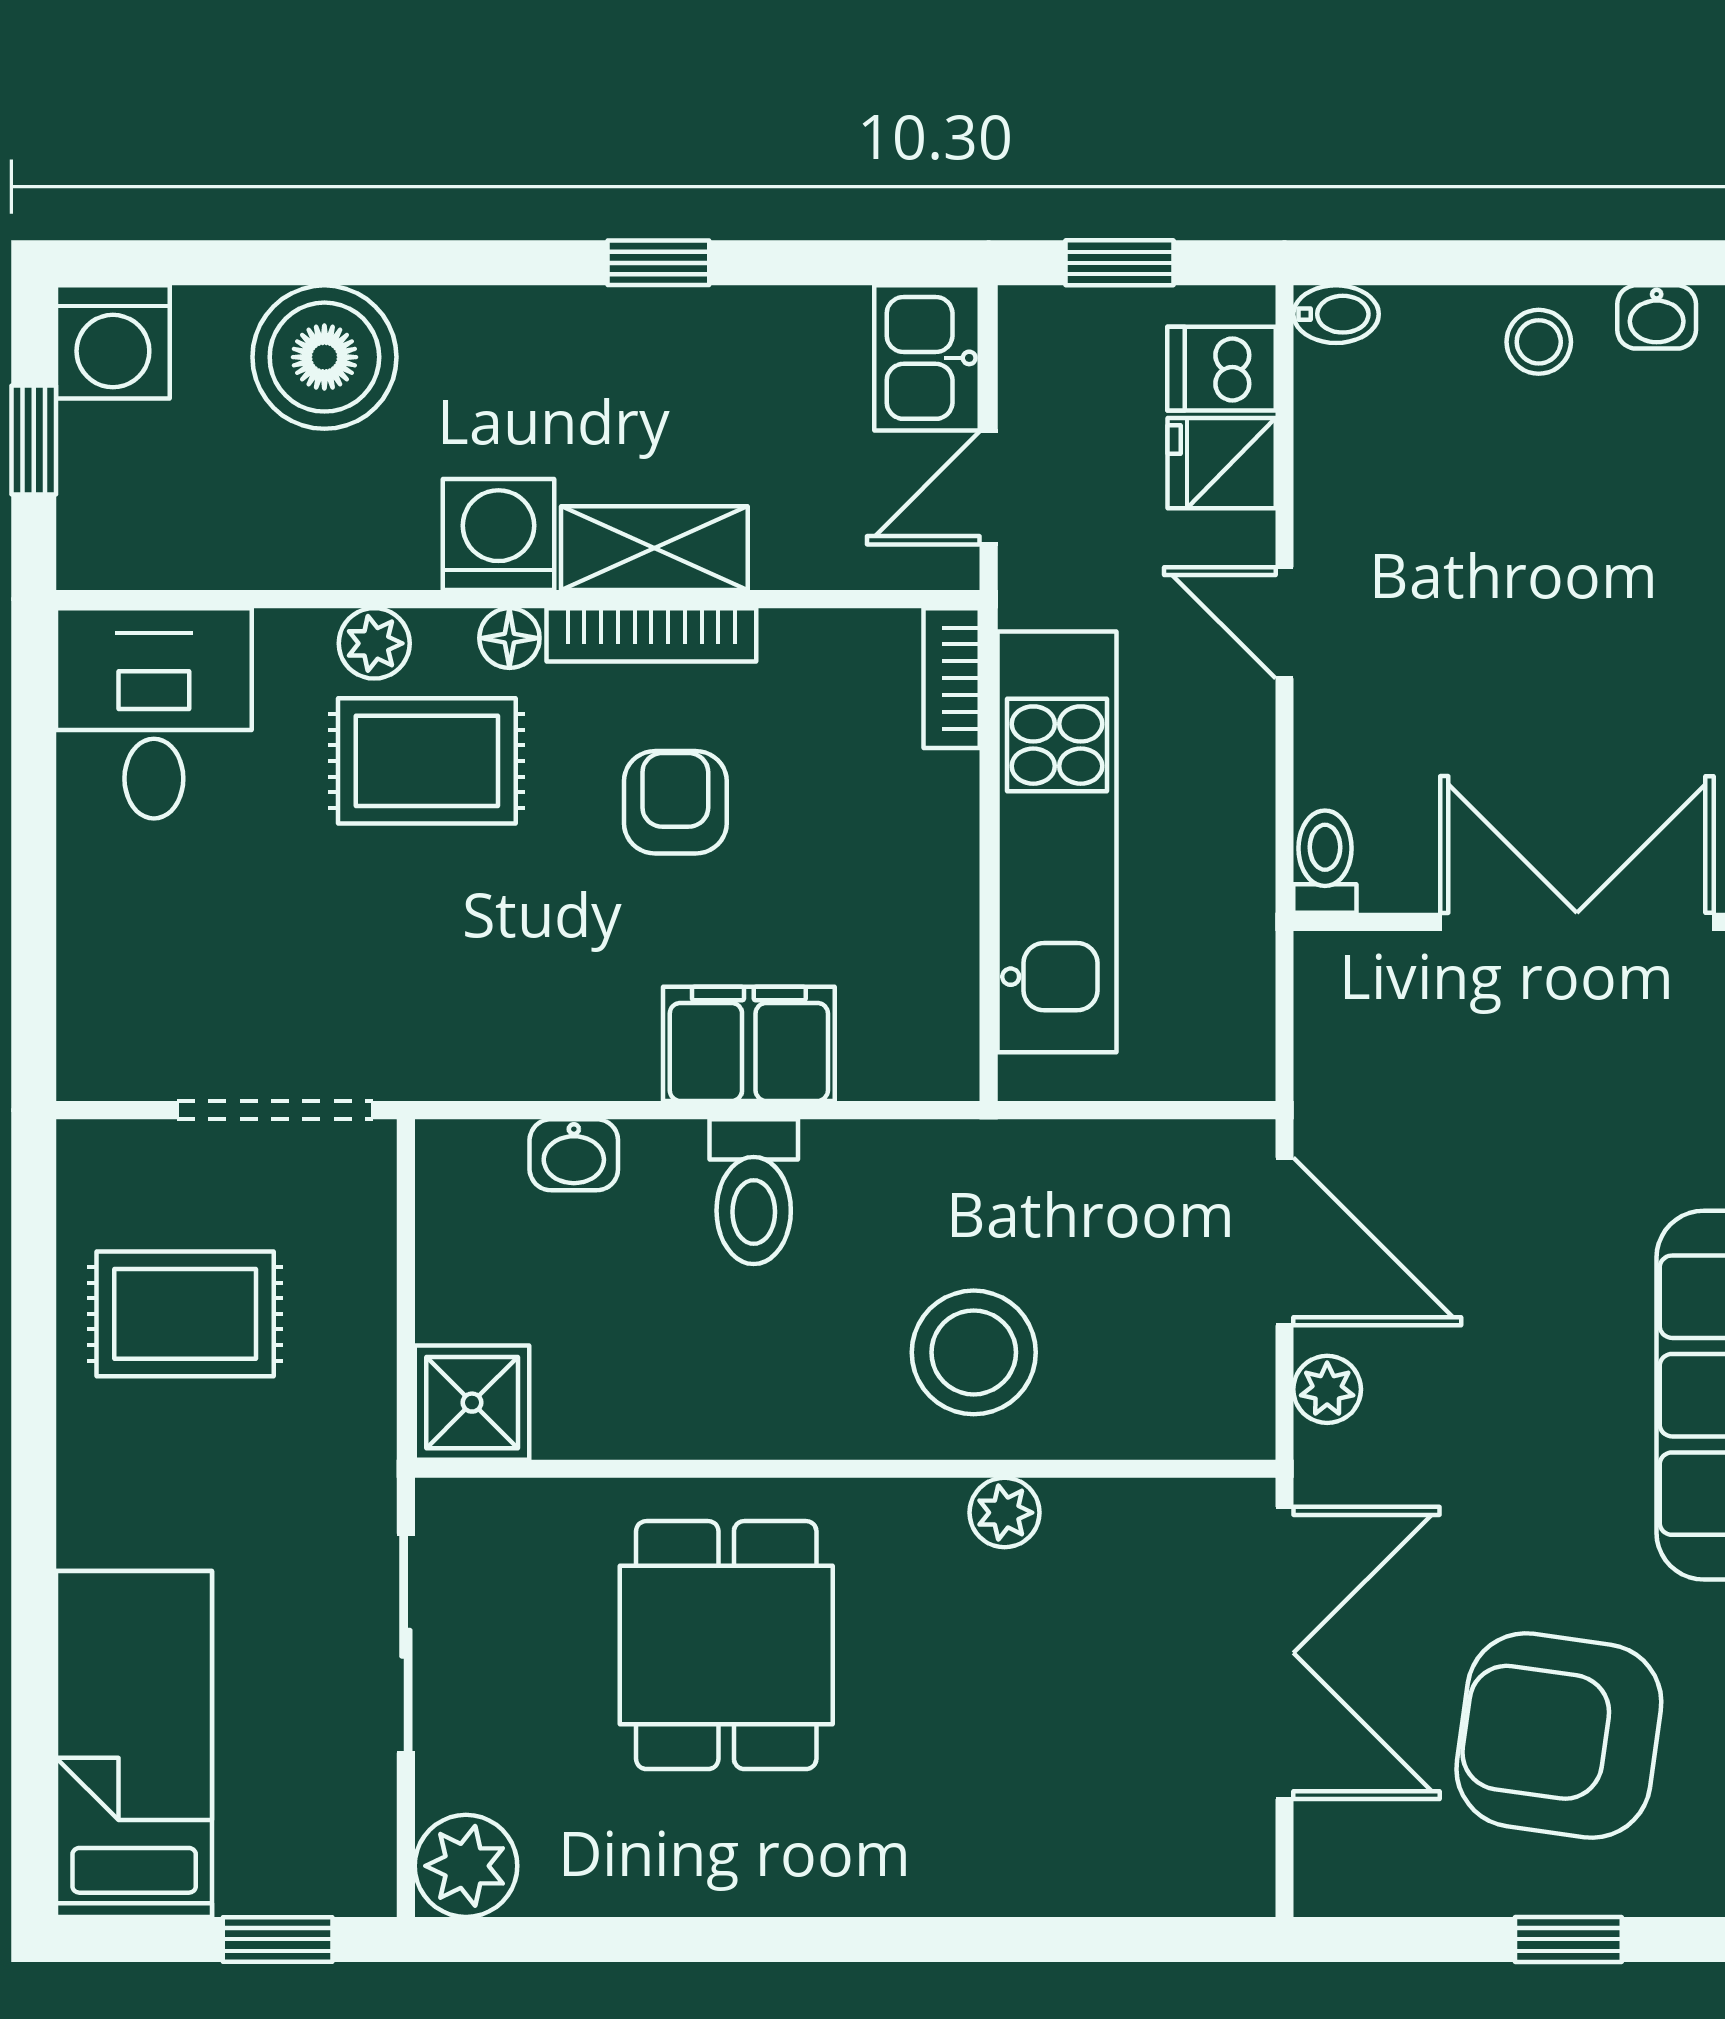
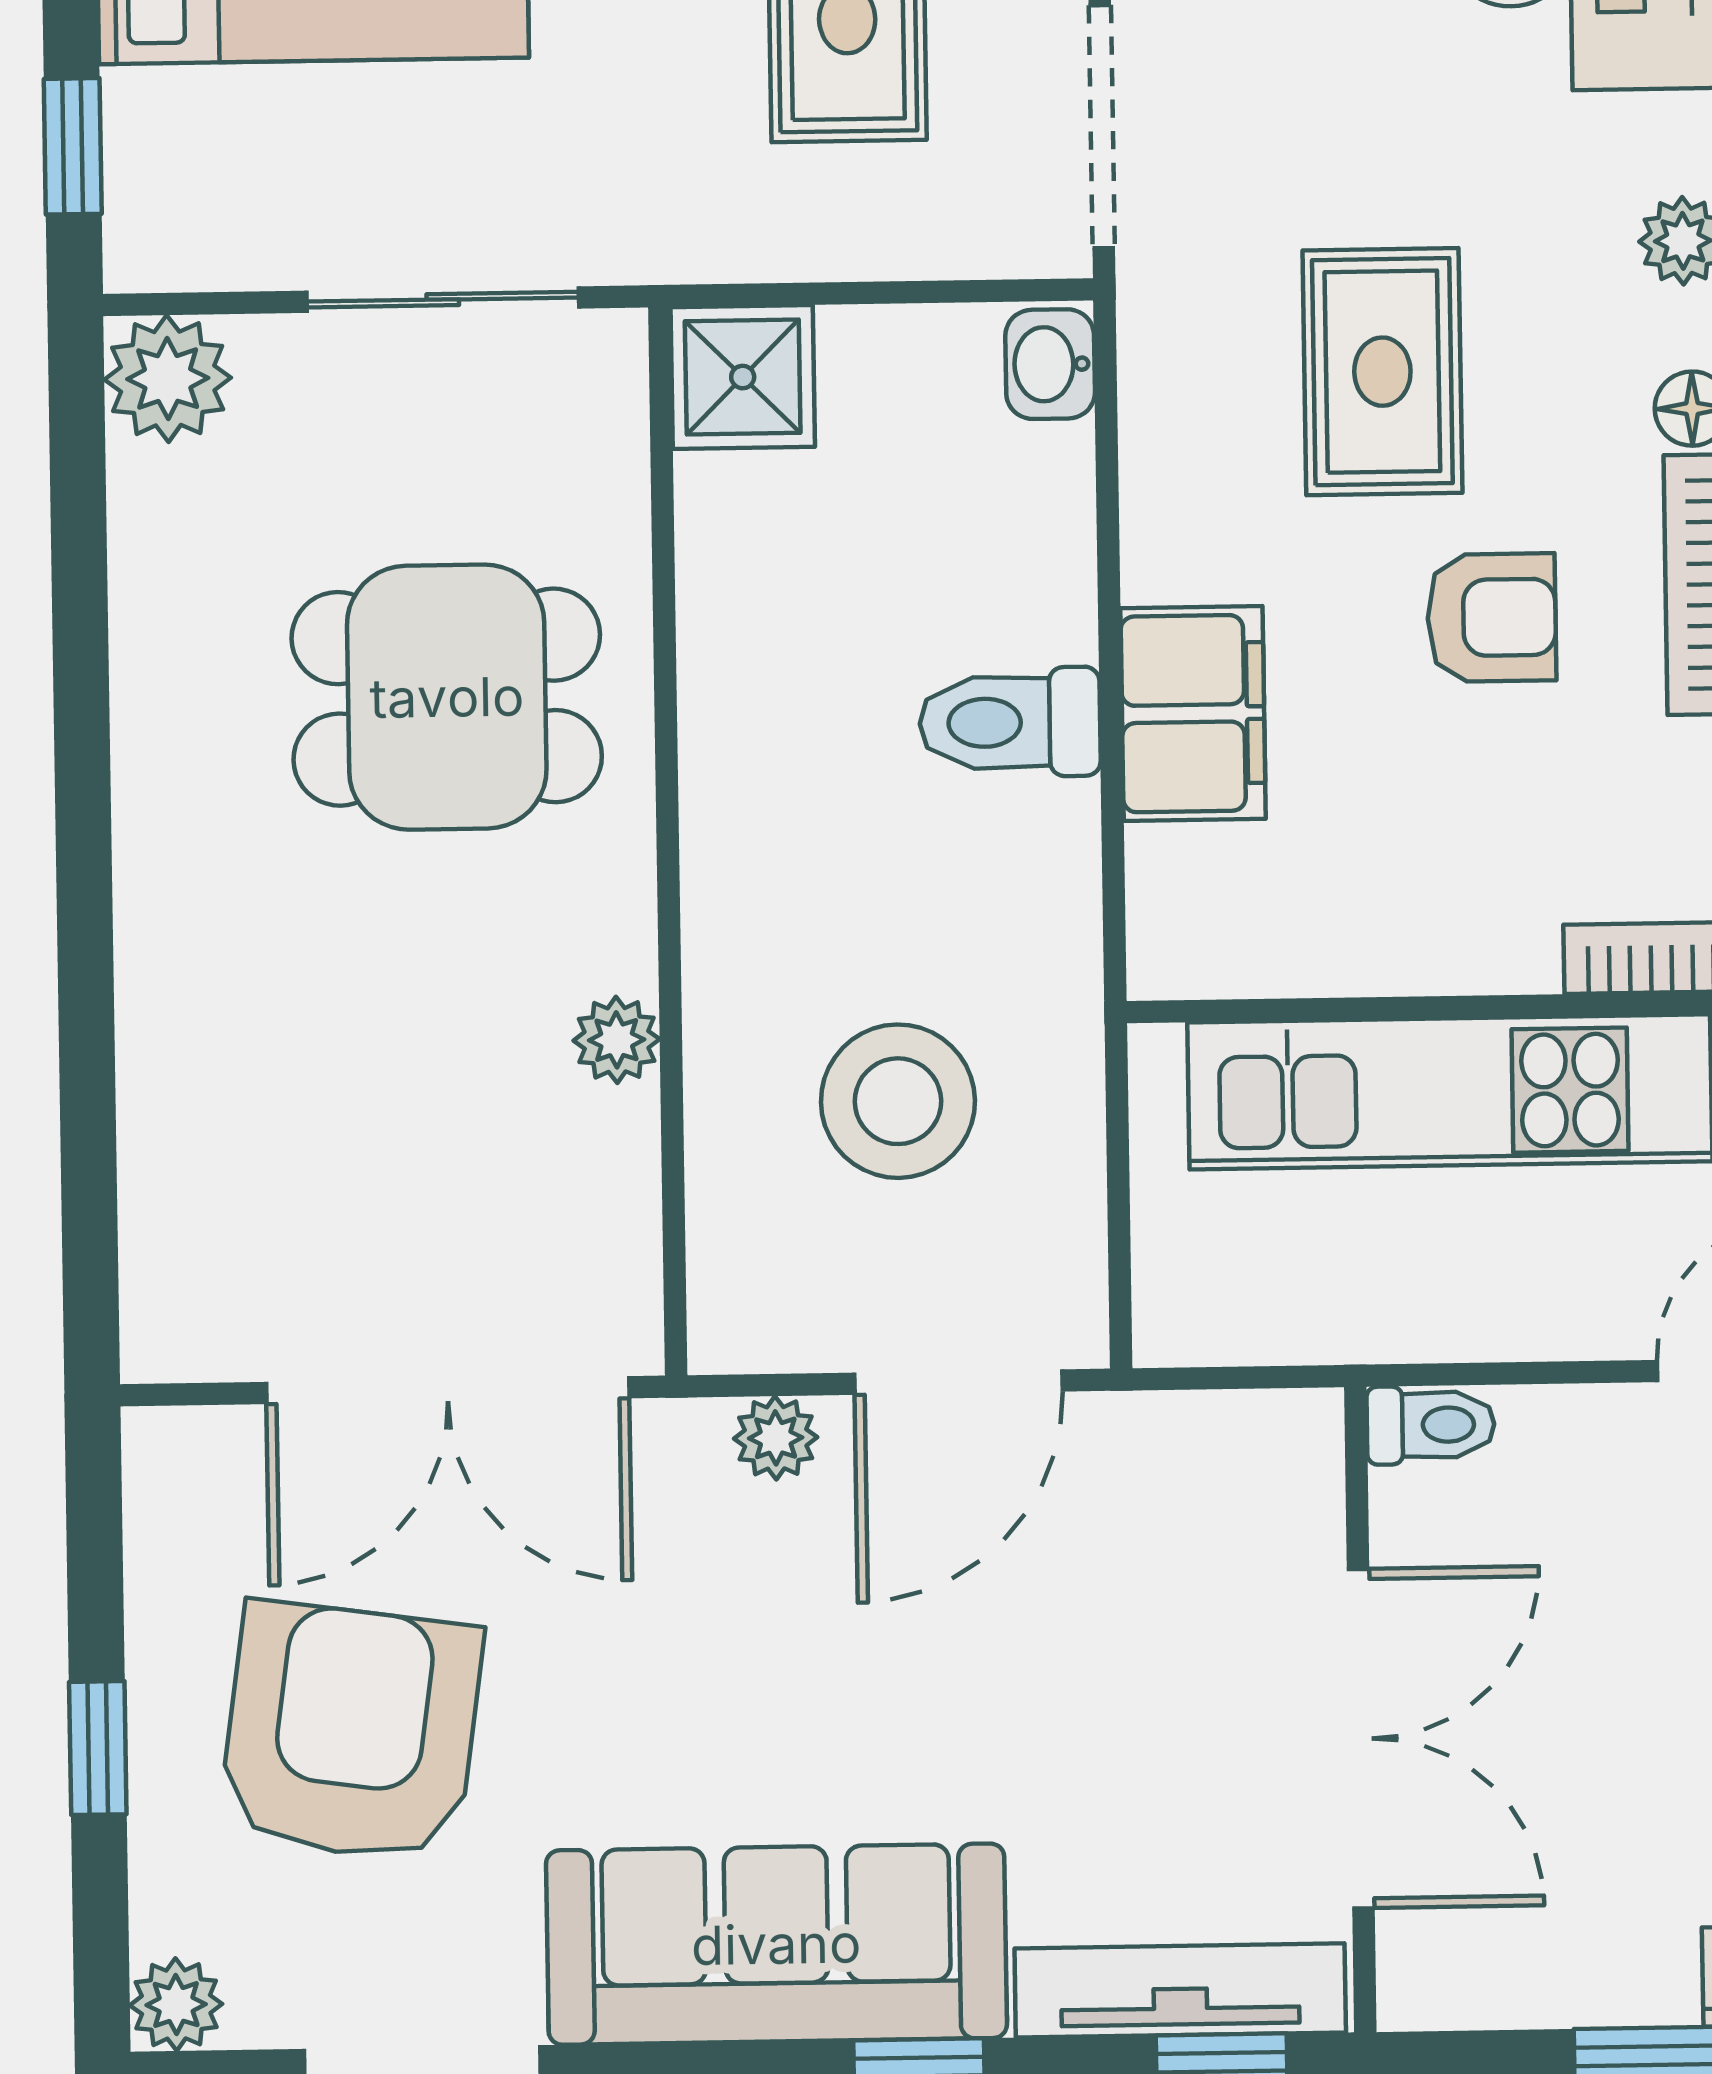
rug: (427, 761) -> (1382, 372), moved
washbasin: (574, 1155) -> (1050, 364), moved
stool: (974, 1352) -> (898, 1101), moved

